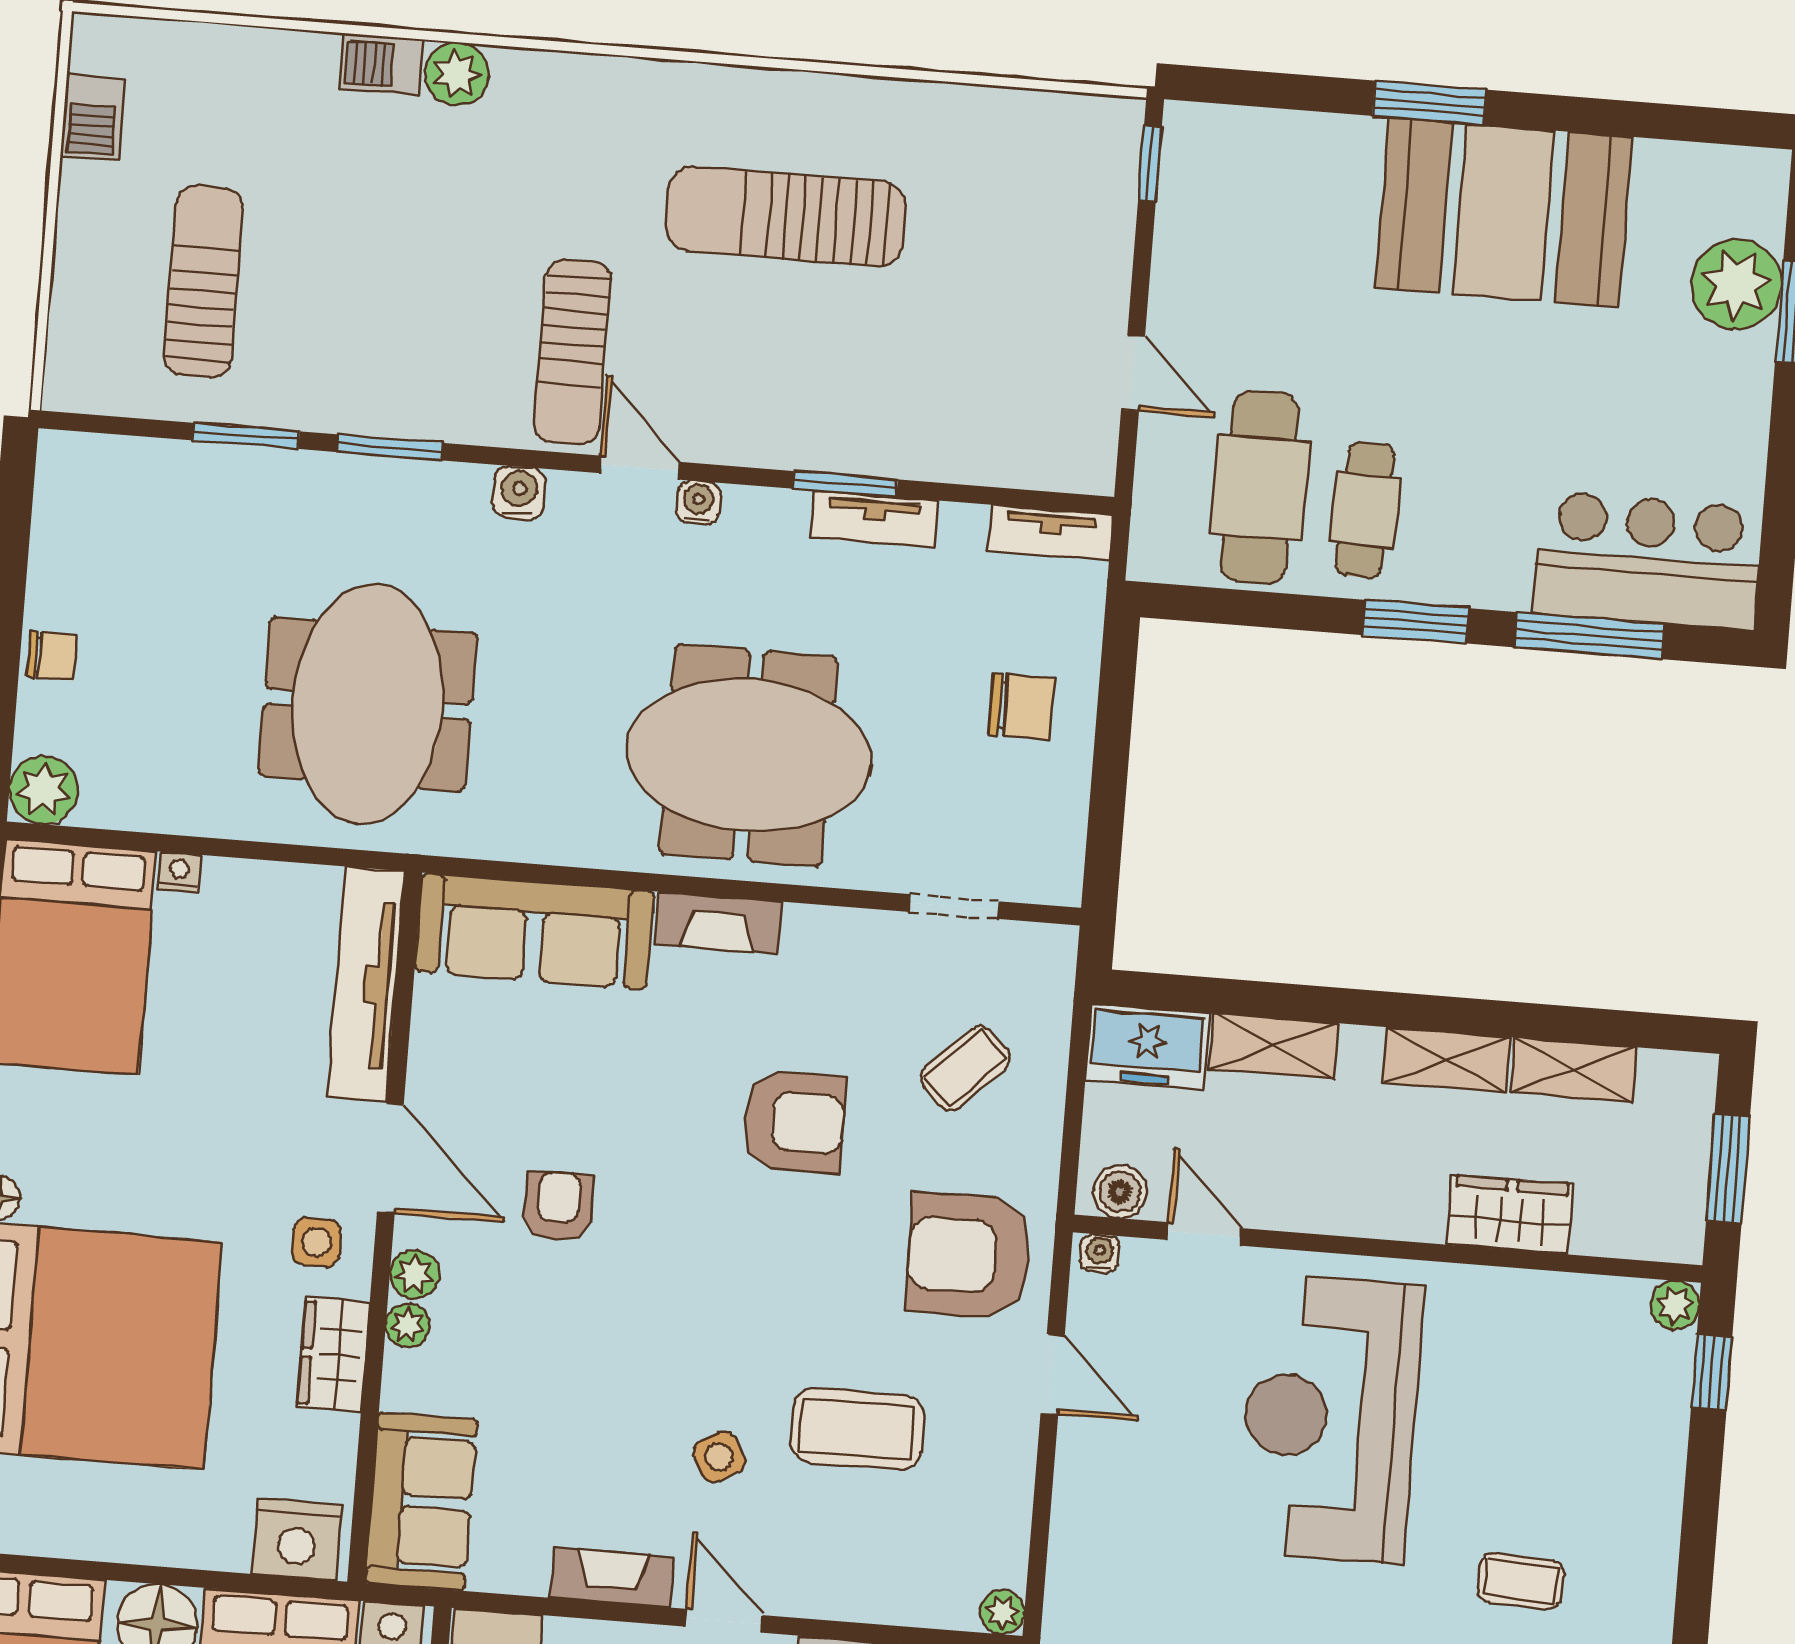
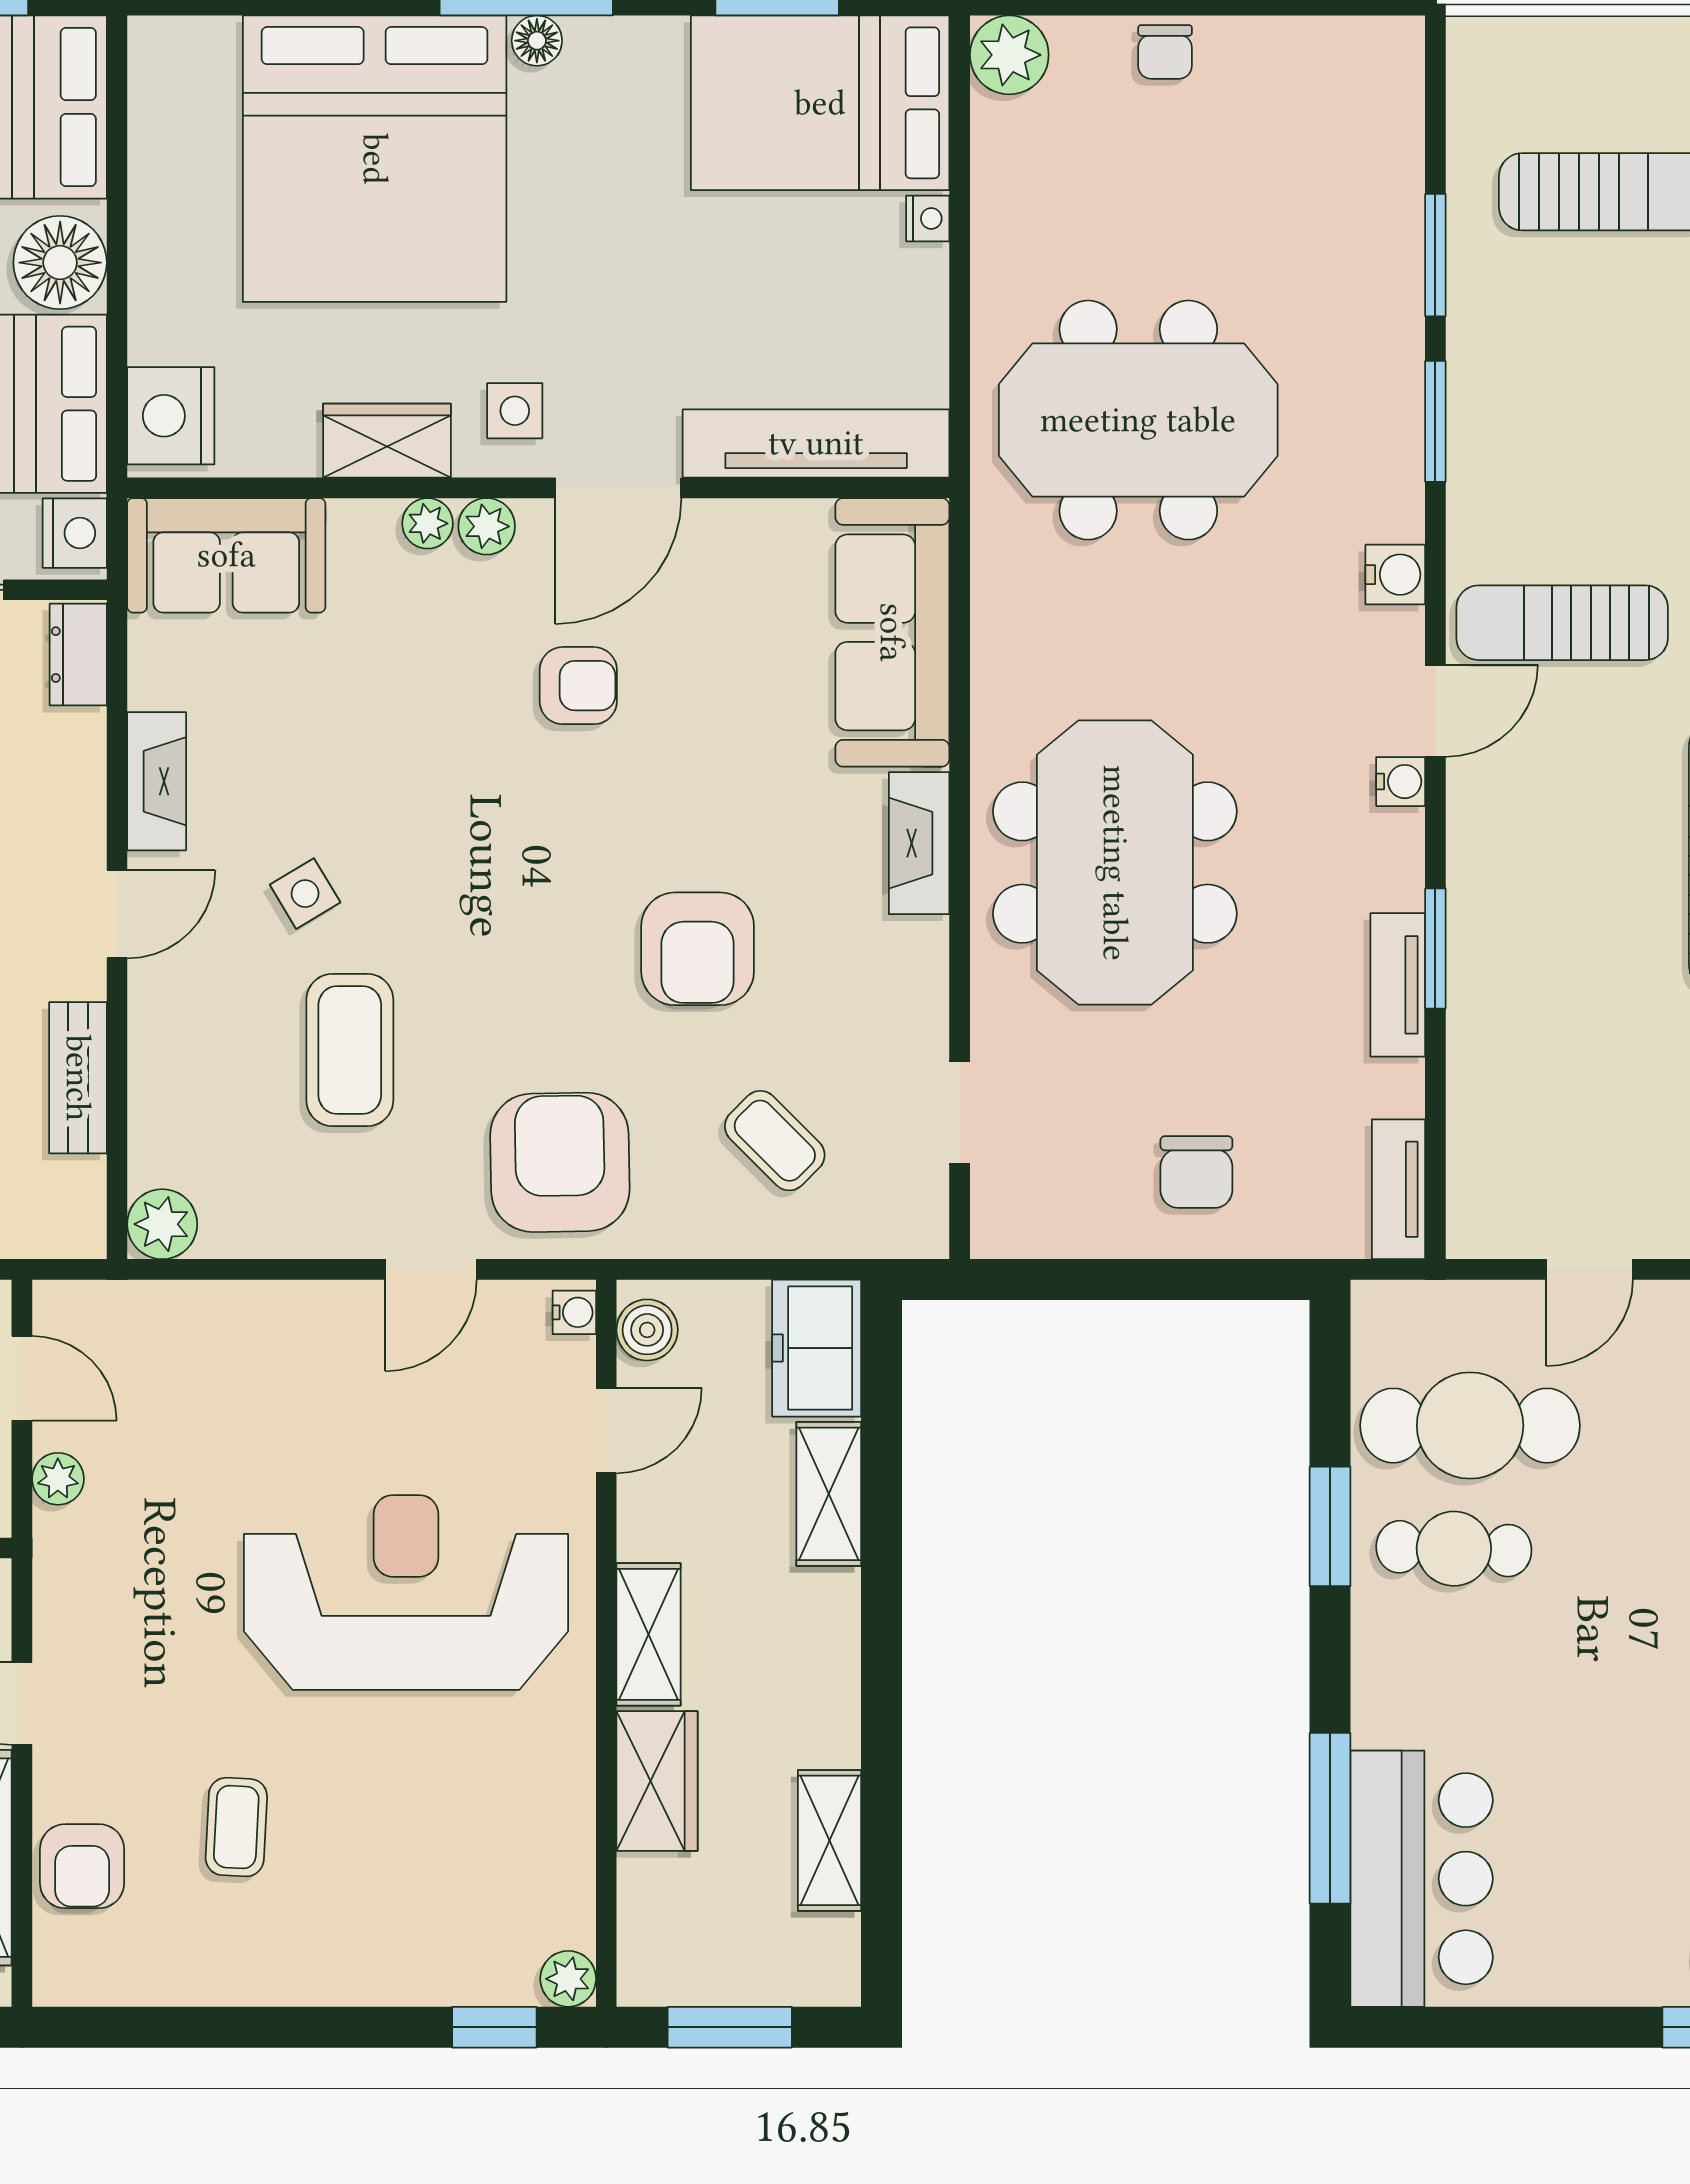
window: (1415, 622) -> (1330, 1526), moved
shelving: (1446, 1060) -> (649, 1634), moved
plant: (1002, 1612) -> (162, 1224), width x1.38, depth x1.38

